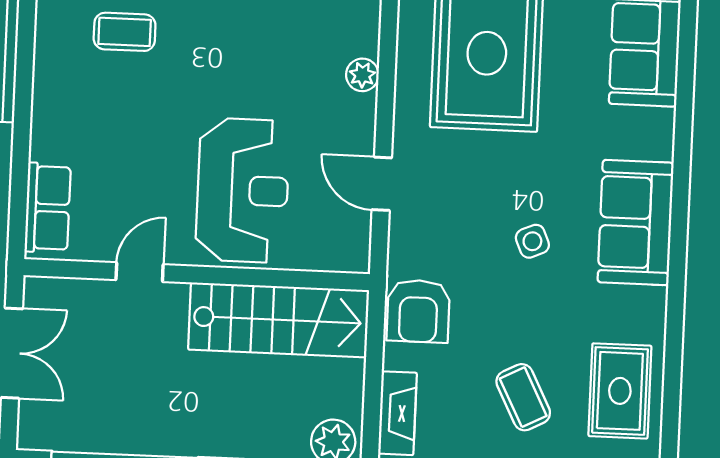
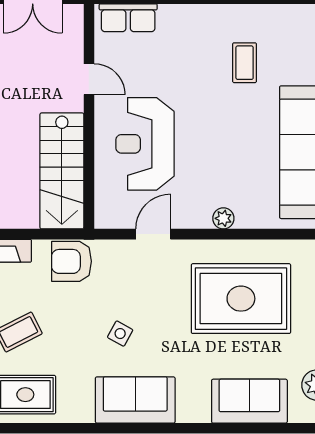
reception desk: (243, 190) -> (145, 144), turned 90
side table: (532, 241) -> (120, 334), turned -38

